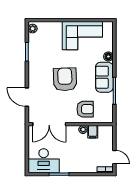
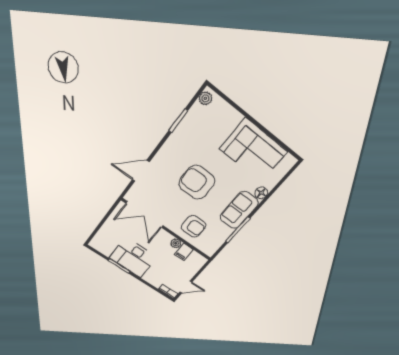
armchair: (65, 79) -> (197, 182), turned -88
door: (27, 97) -> (141, 171), hinge flipped
door: (114, 157) -> (186, 287), hinge flipped
desk: (44, 161) -> (133, 258), moved

